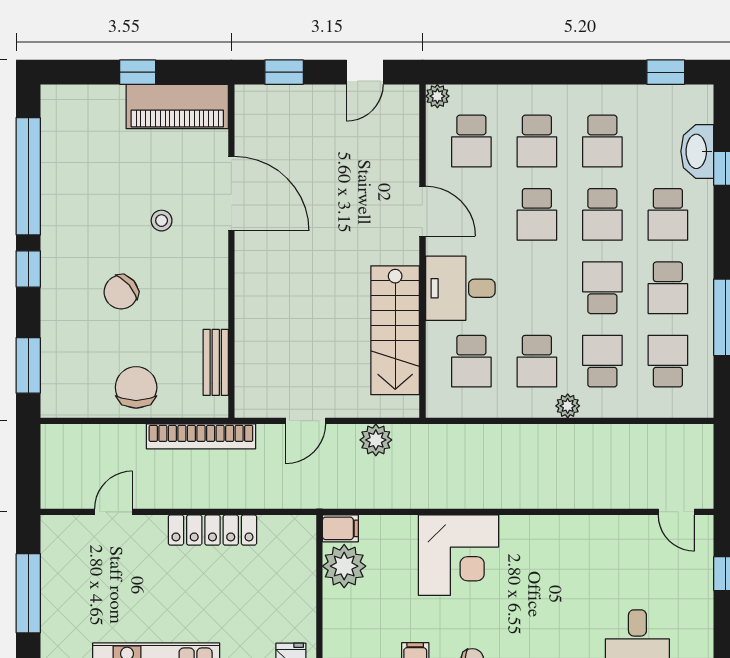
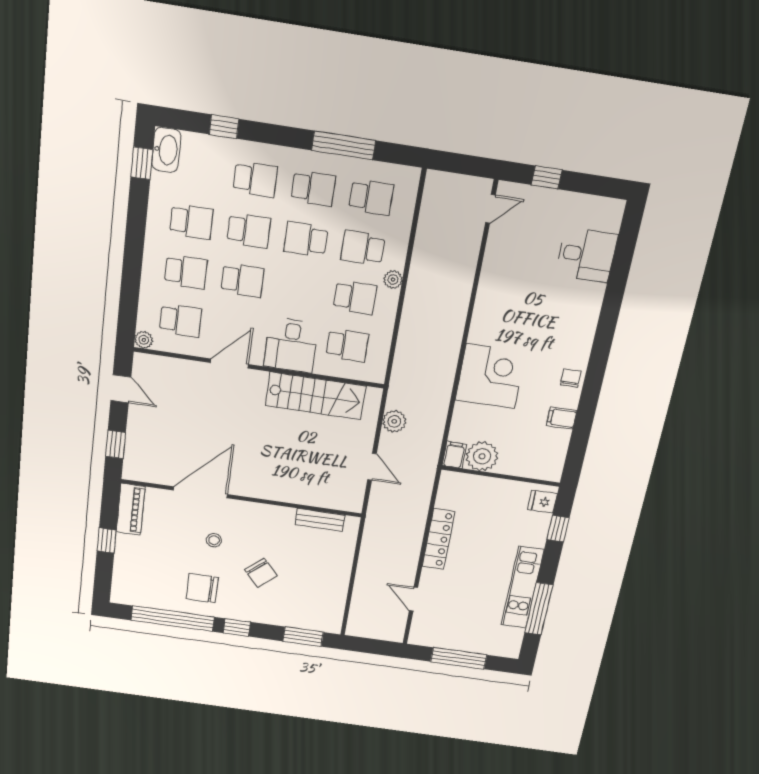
piano: (177, 106) -> (131, 509), width x0.73, depth x0.75
washbasin: (697, 151) -> (166, 150), moved, turned -90
school desk: (668, 361) -> (371, 197), turned 180
chair: (136, 387) -> (202, 588), moved
bookcase: (201, 436) -> (371, 537), removed

